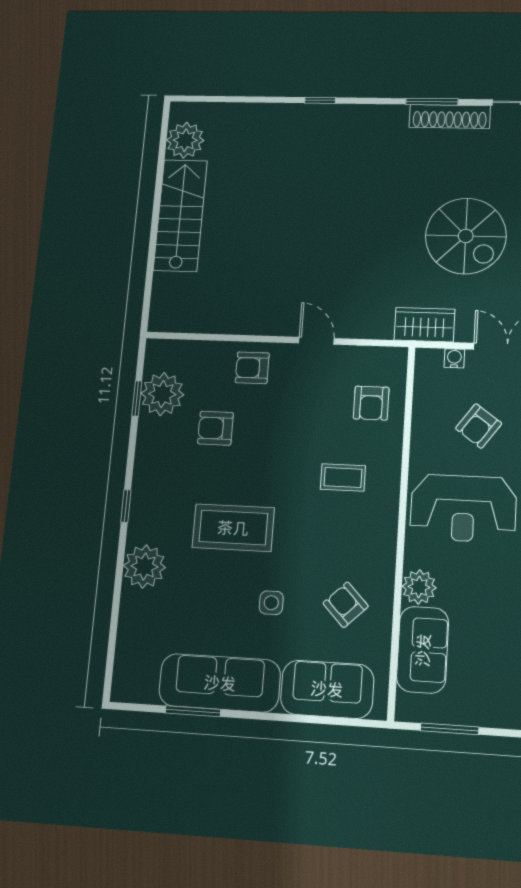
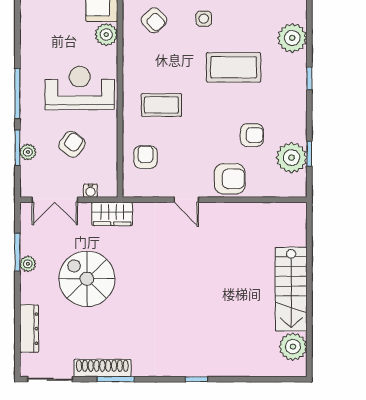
armchair: (252, 368) -> (230, 179), width x1.38, depth x1.38
coffee table: (343, 477) -> (161, 105), width x1.36, depth x1.30

